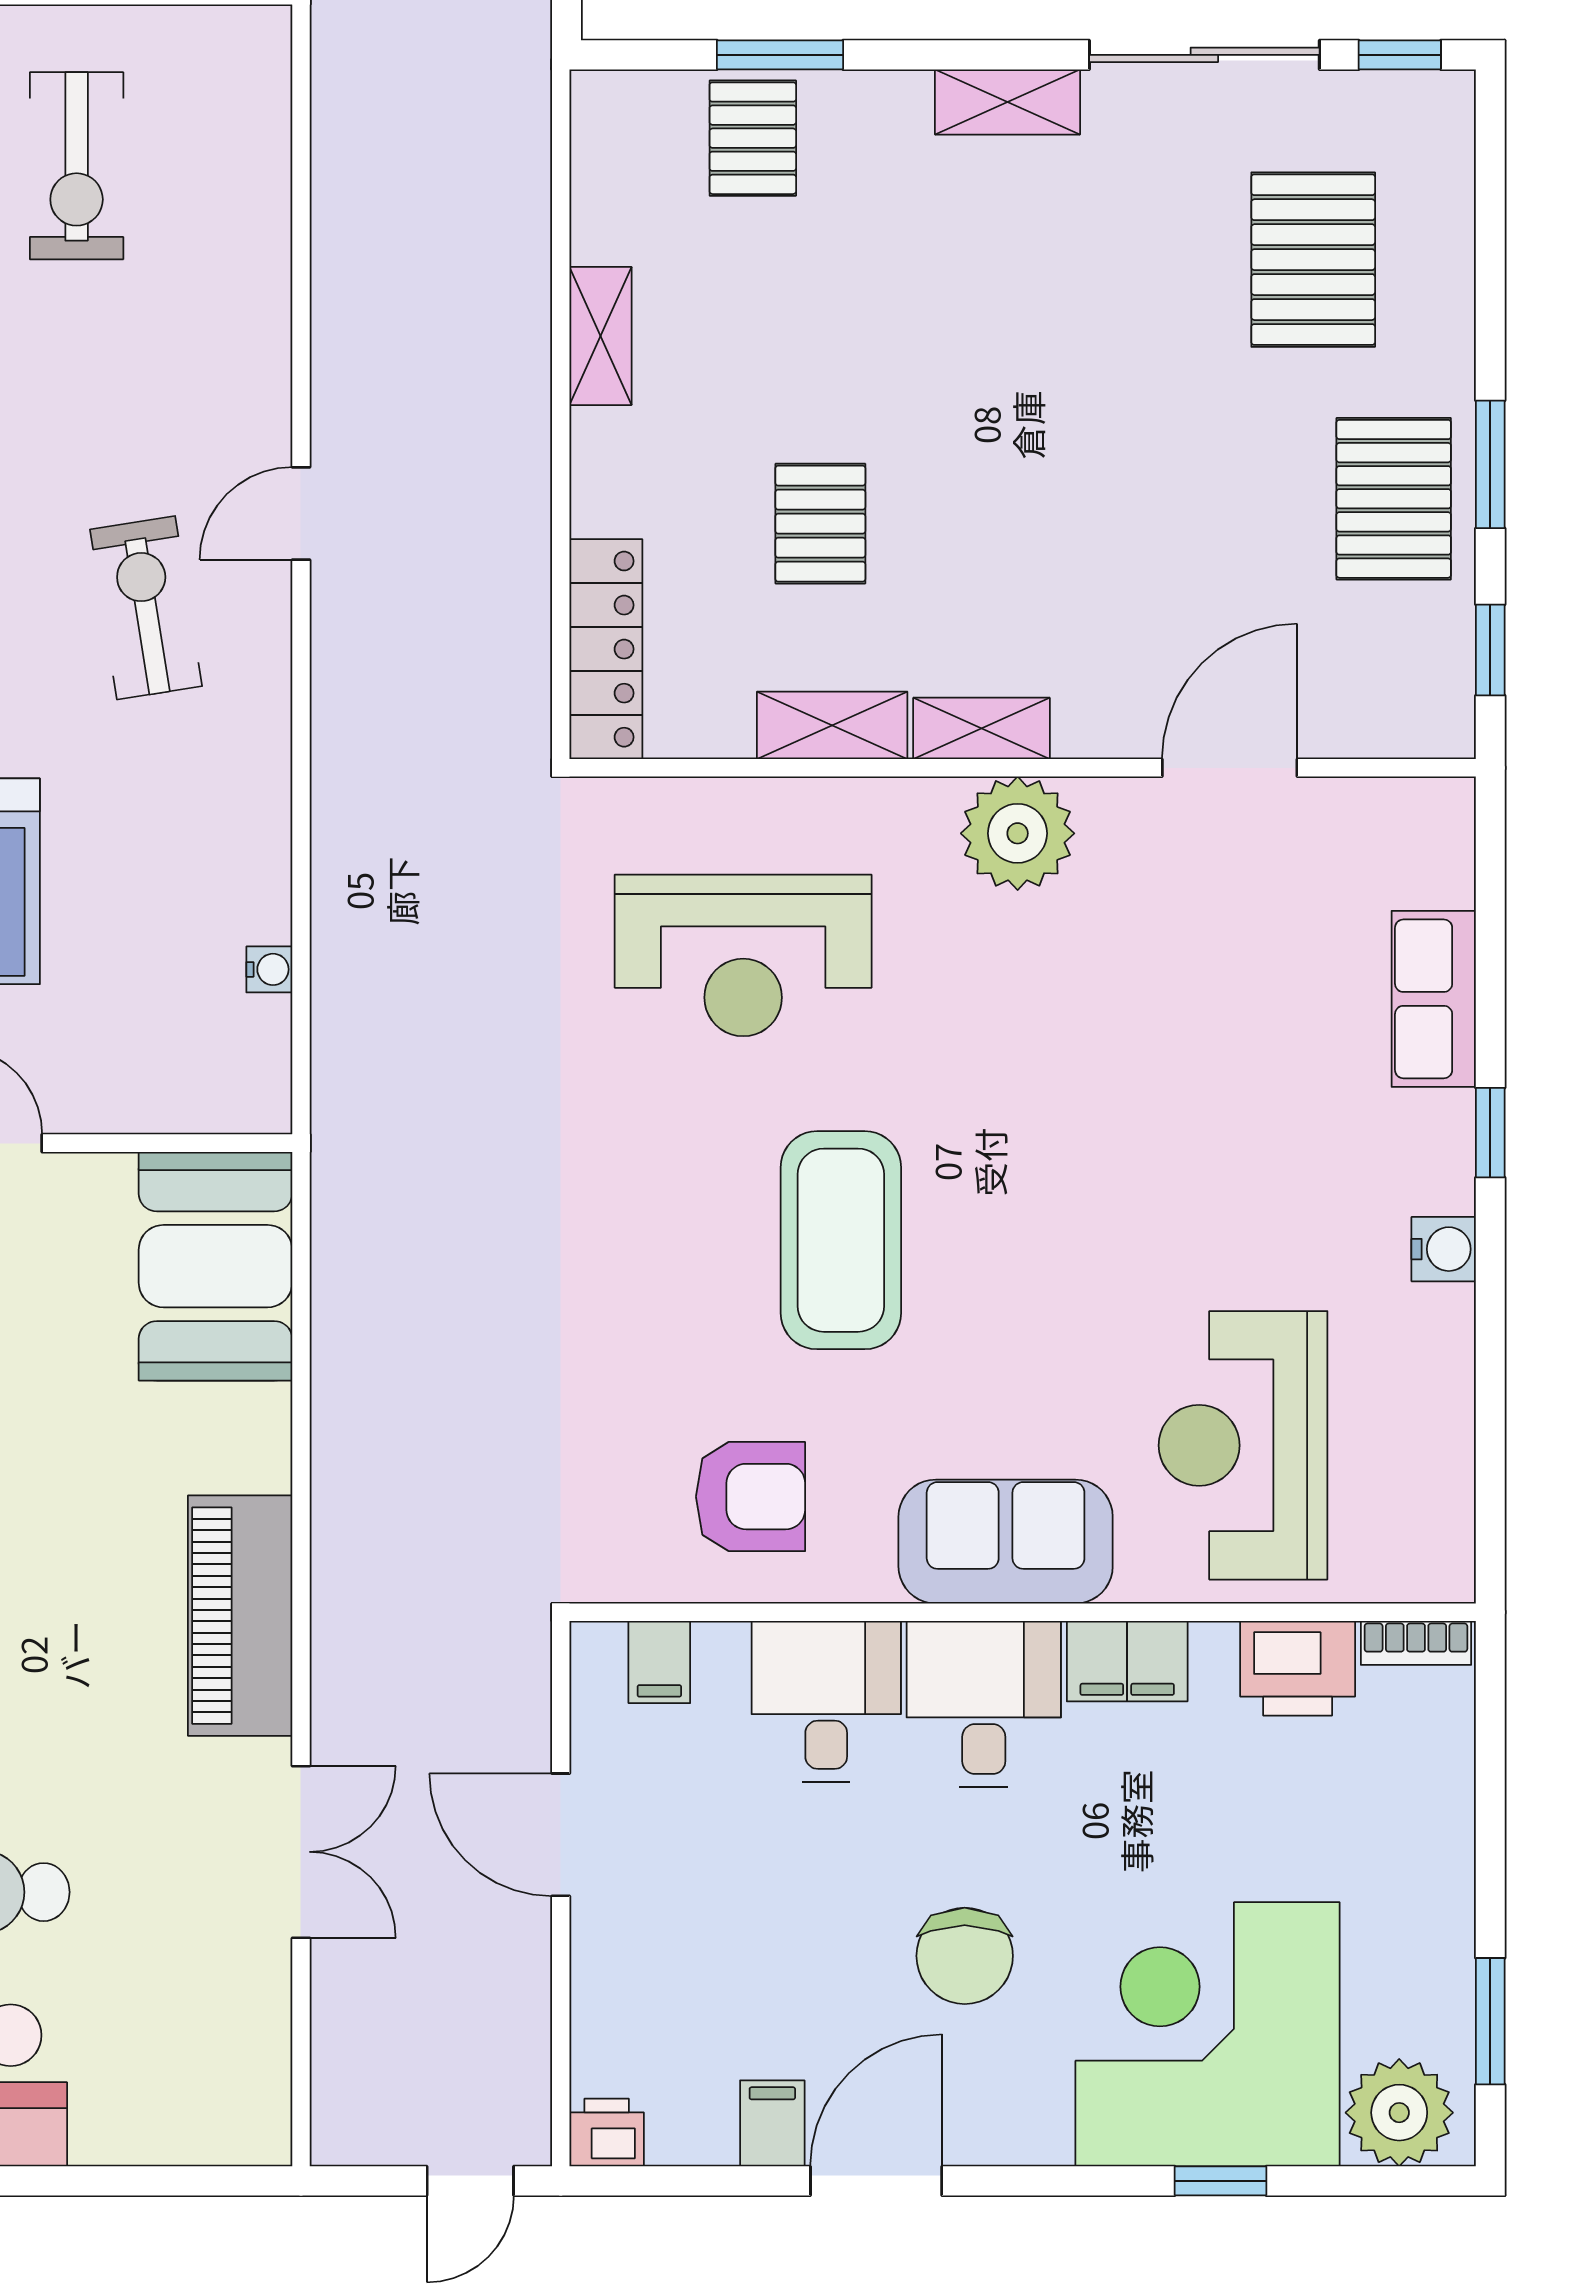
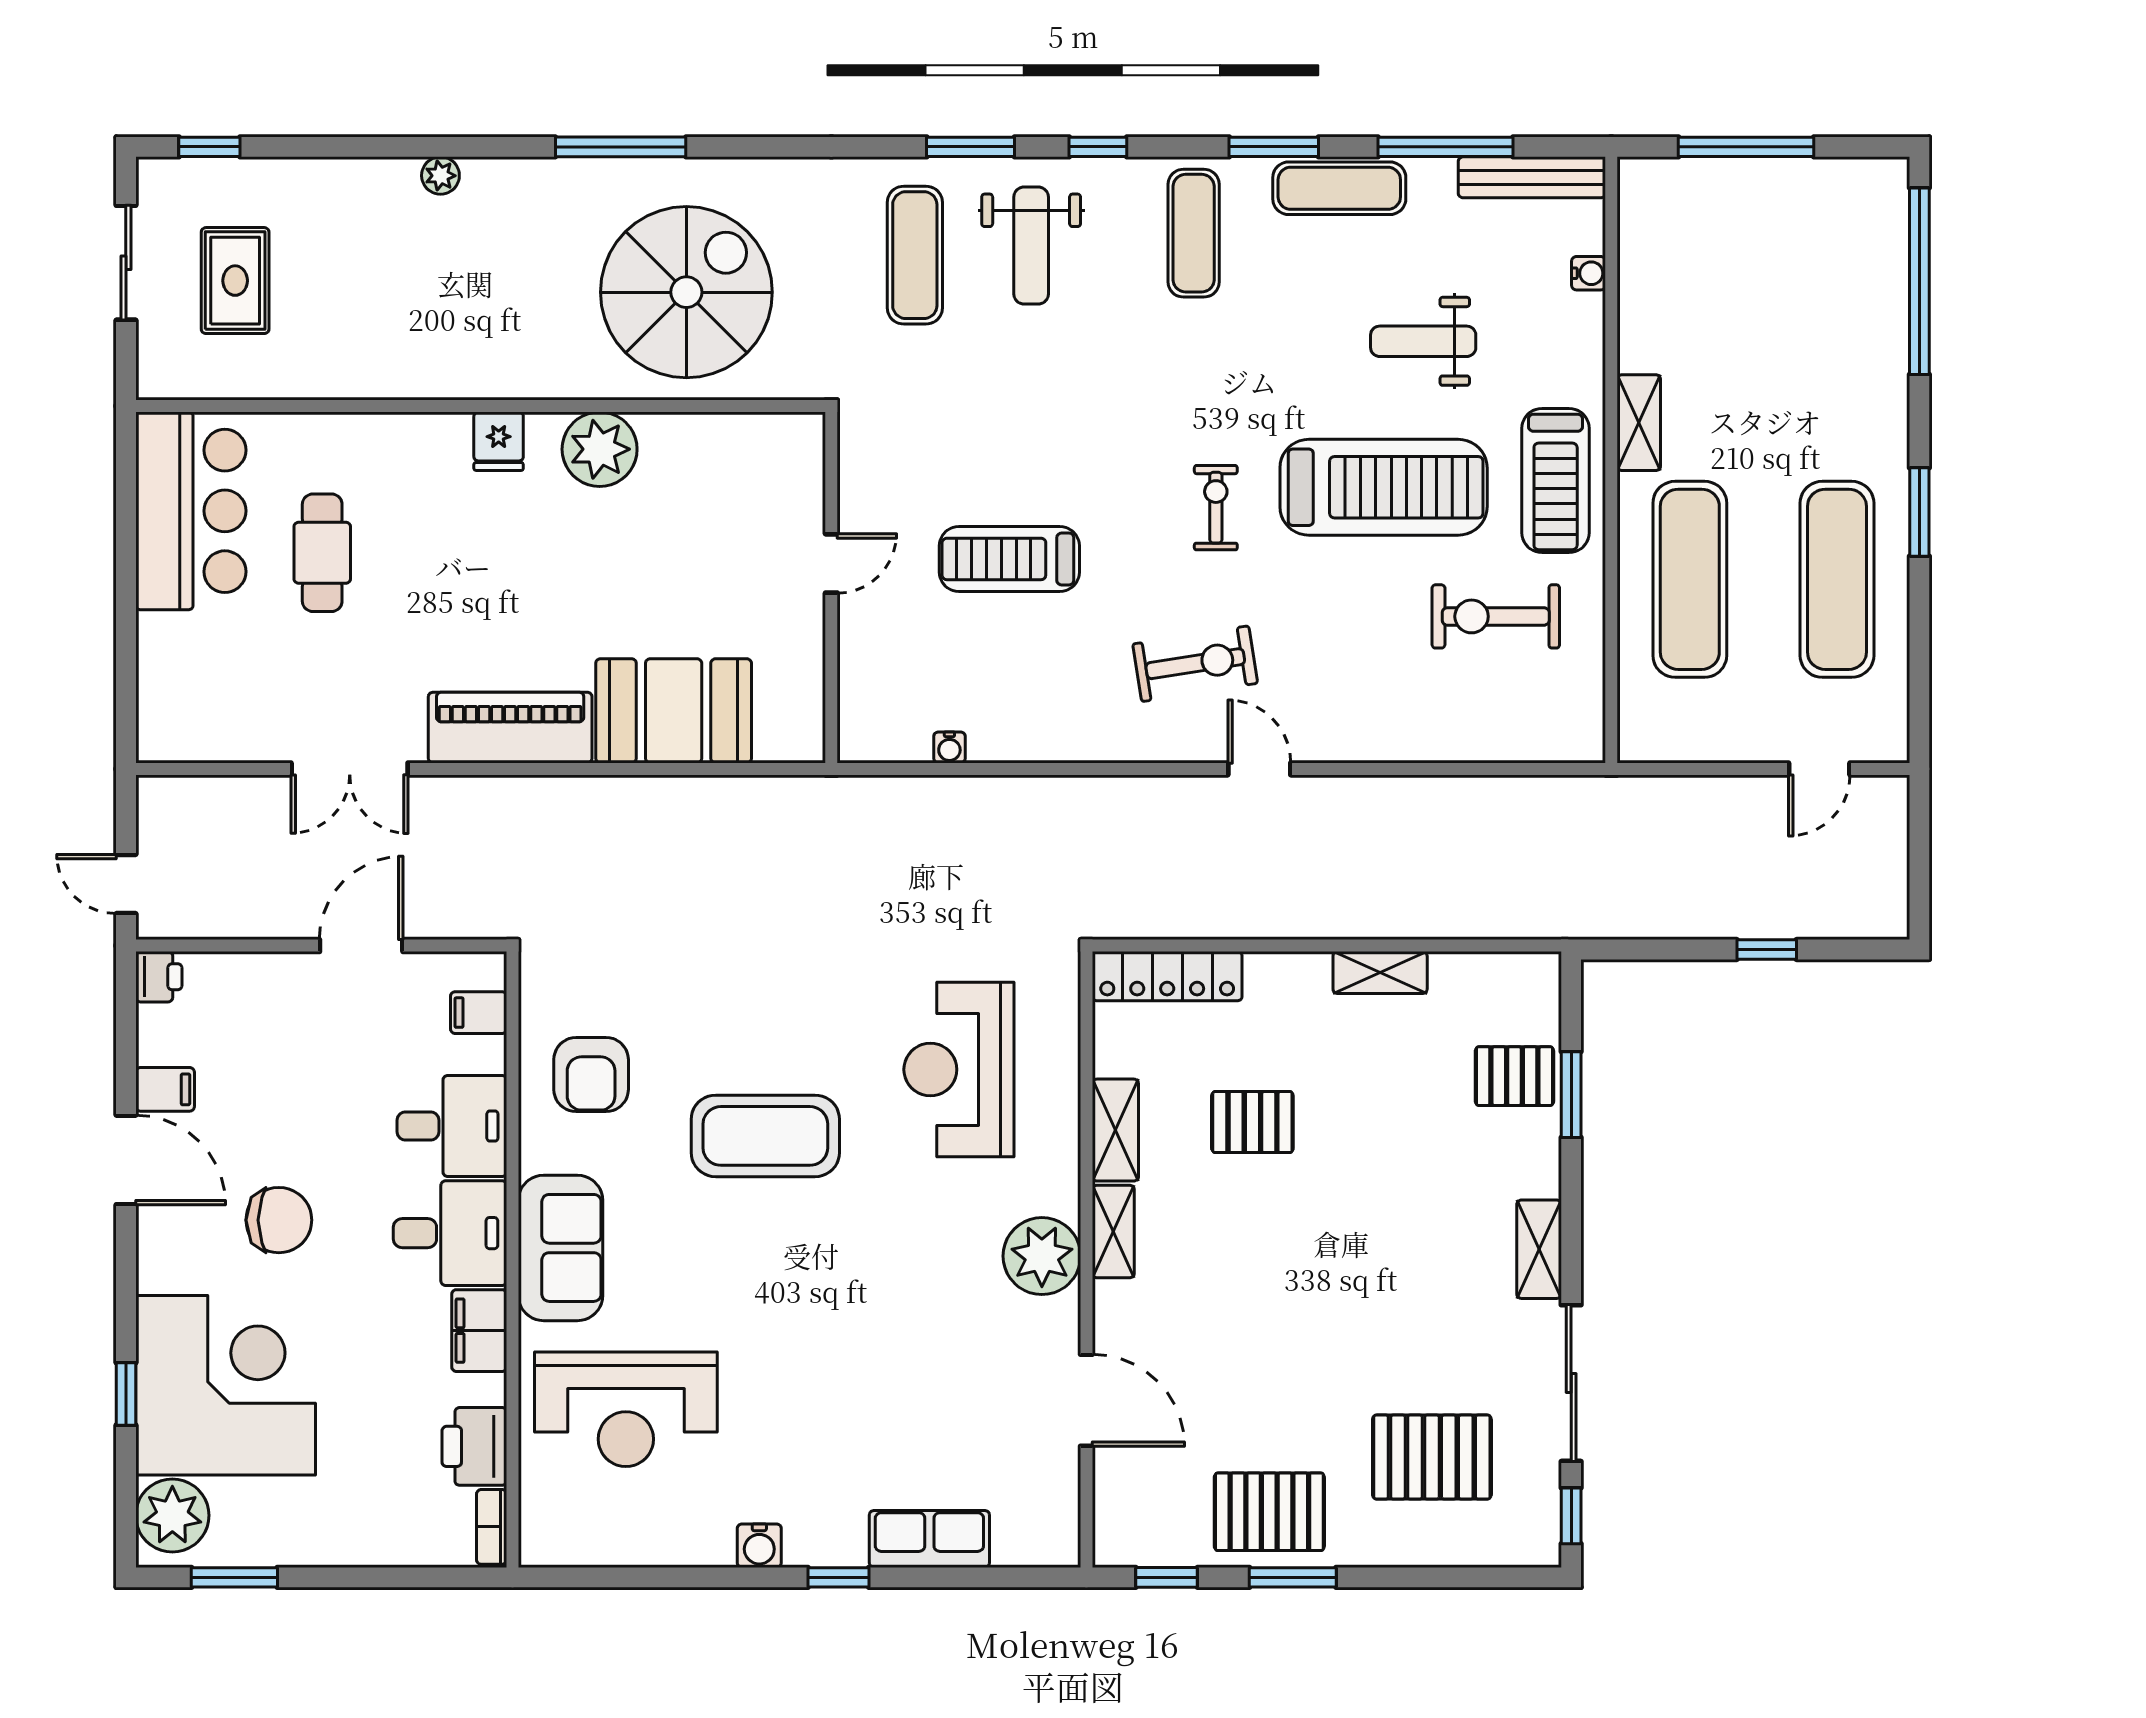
booth: (216, 1266) -> (674, 711), moved
reception desk: (1243, 1445) -> (626, 1409), turned 180
chair: (965, 1956) -> (279, 1220), turned 180

